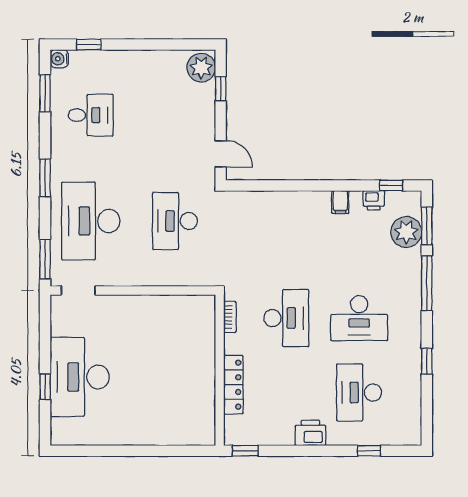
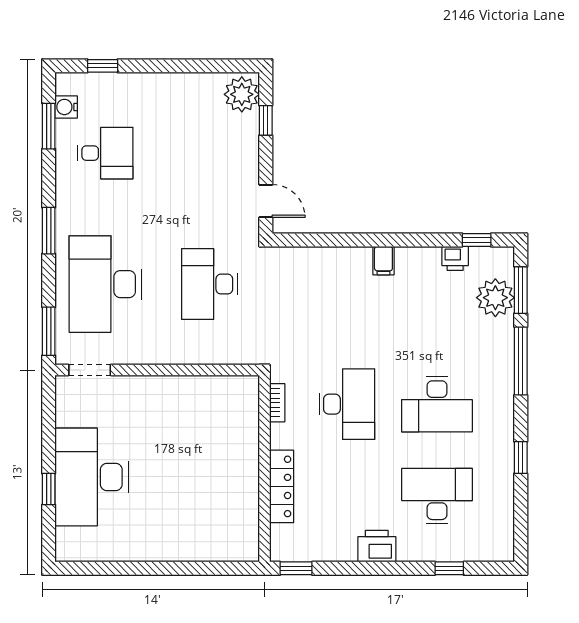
water cooler: (59, 59) -> (66, 107), moved
filing cabinet: (340, 202) -> (383, 261), moved
desk: (359, 393) -> (437, 496), turned 90

